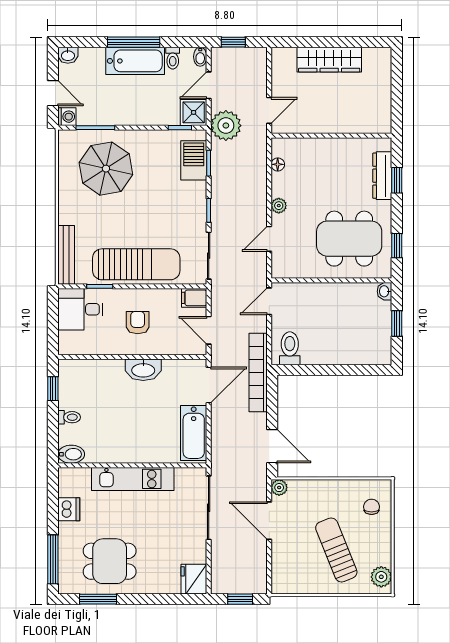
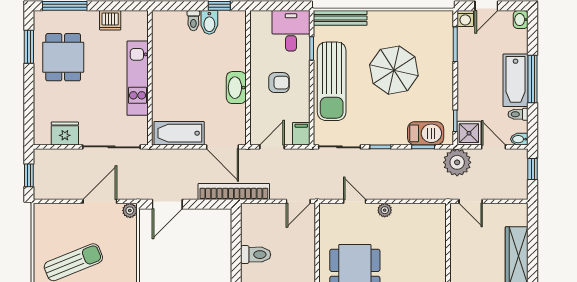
floor lamp: (278, 164) -> (422, 209), removed
parasol: (106, 169) -> (394, 70), moved
door: (269, 301) -> (298, 201), swing flipped
toilet: (290, 348) -> (256, 255), moved
bidet: (71, 454) -> (209, 22), moved
fridge: (194, 579) -> (65, 133), moved

